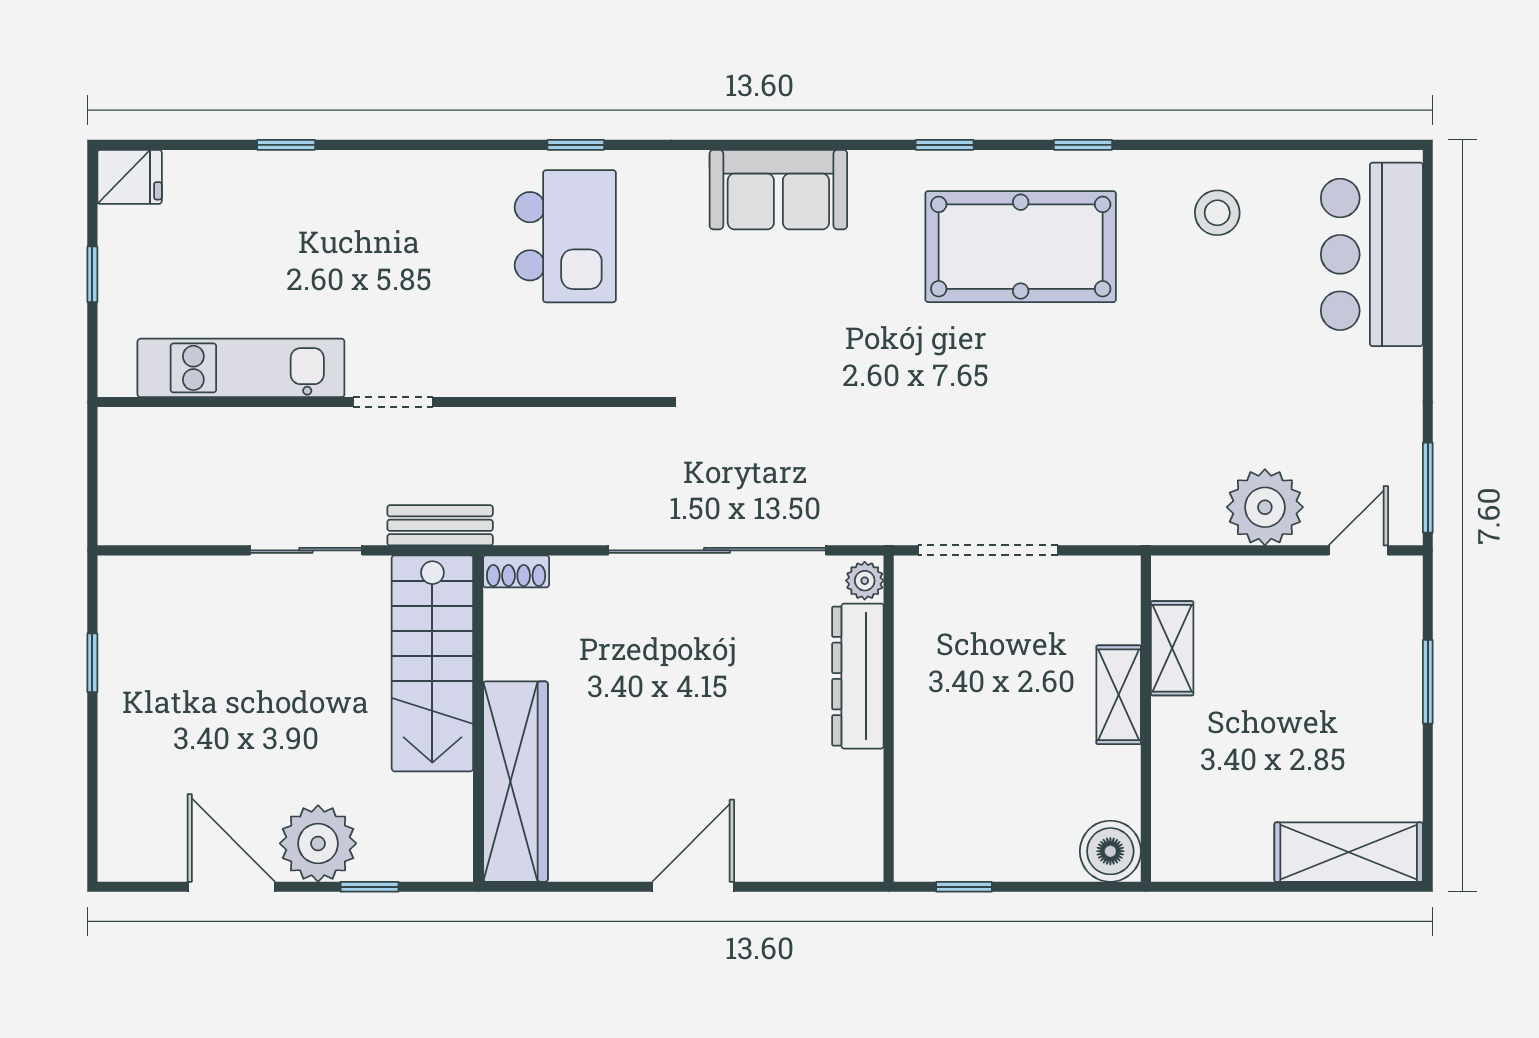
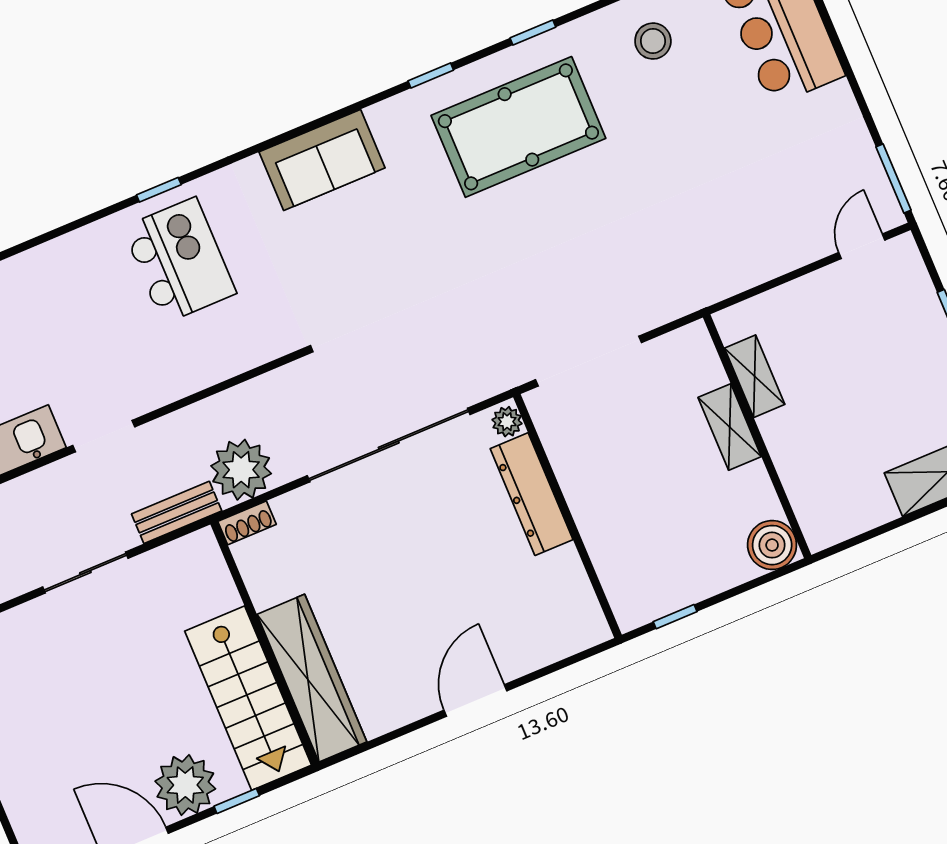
plant: (1265, 507) -> (241, 470), moved
stairs: (432, 663) -> (248, 698), moved

